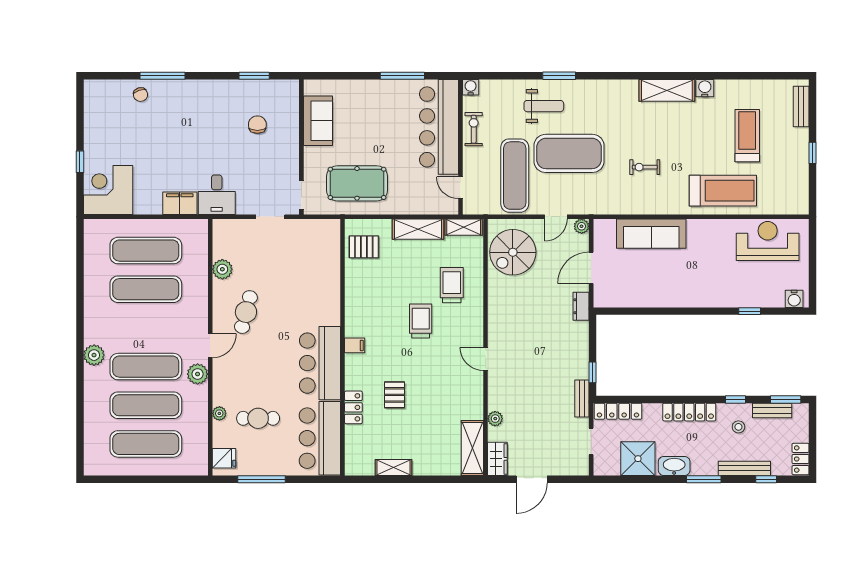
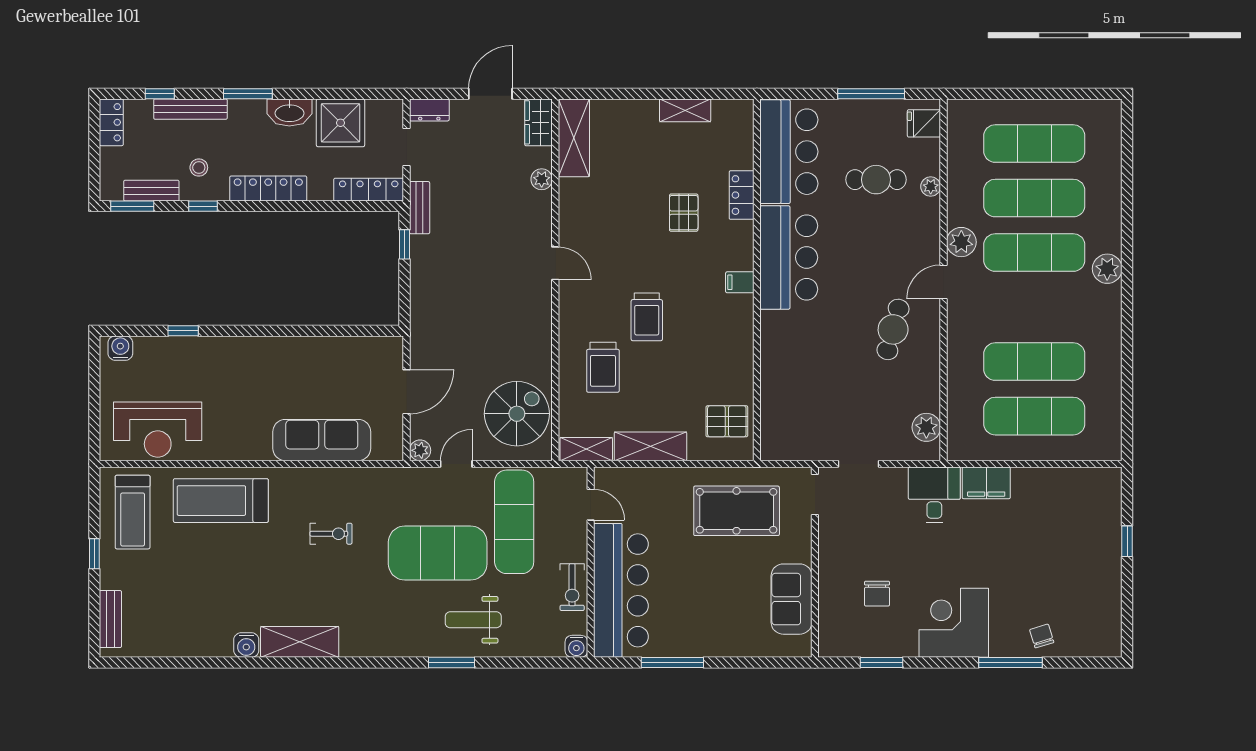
treadmill: (747, 136) -> (133, 512), moved
corner desk: (108, 190) -> (954, 623), moved, turned 180
plant: (222, 269) -> (926, 427), moved
dresser: (581, 306) -> (429, 110), moved, turned 90

